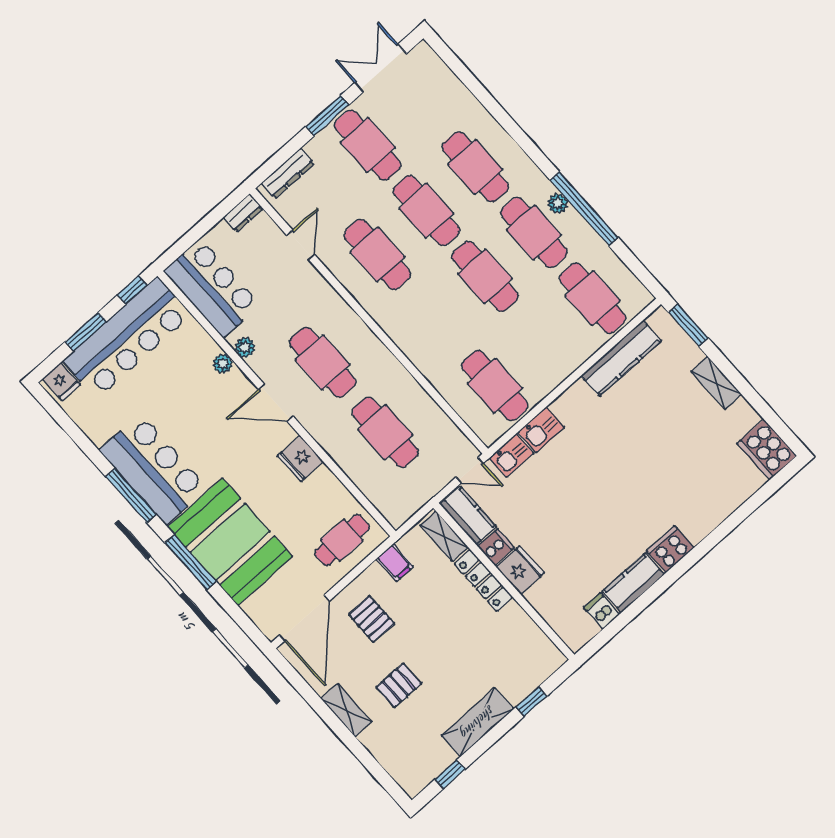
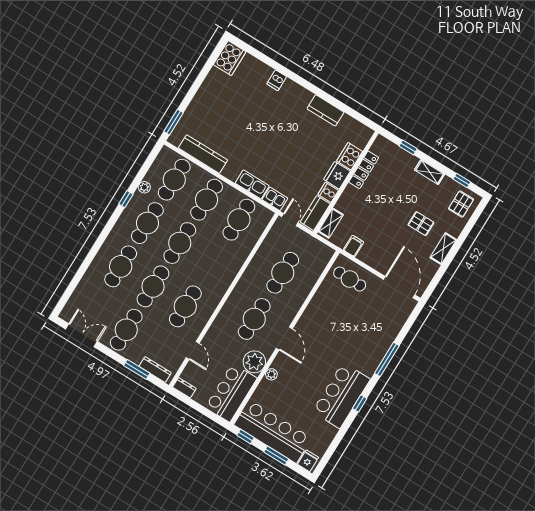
double door: (381, 68) -> (81, 335), swing flipped
window: (327, 116) -> (137, 369), moved
plant: (558, 204) -> (144, 187), moved
window: (584, 209) -> (126, 199), width x0.32
door: (301, 245) -> (193, 350), swing flipped
cafe table: (544, 342) -> (207, 200), added
plant: (245, 347) -> (254, 362), width x1.87, depth x1.87
shelving: (716, 383) -> (201, 97), removed
kitchen sink: (541, 430) -> (252, 184), width x1.38
fridge: (300, 459) -> (311, 315), removed
window: (131, 496) -> (360, 404), width x0.46
booth: (230, 542) -> (369, 341), removed
cooker: (670, 549) -> (350, 156), moved, turned 90
locker: (483, 581) -> (364, 170), moved
dishwasher: (602, 611) -> (277, 80), moved
door: (304, 618) -> (399, 287), hinge flipped
pallet: (371, 619) -> (461, 204), moved
shelving: (478, 722) -> (430, 172), width x0.67, depth x0.75

